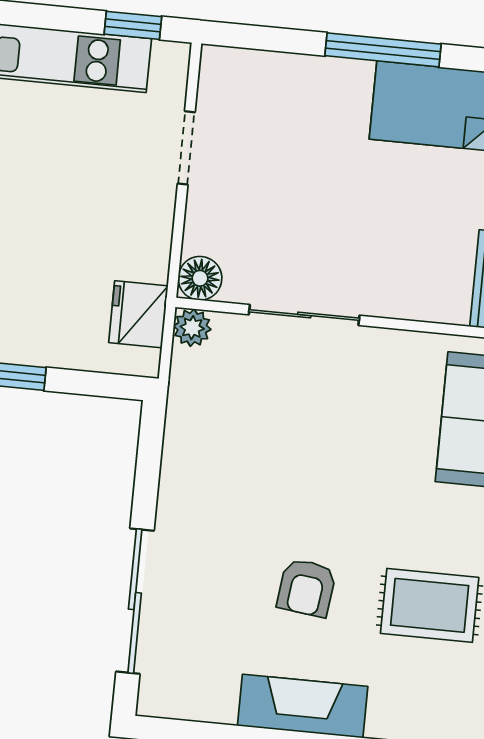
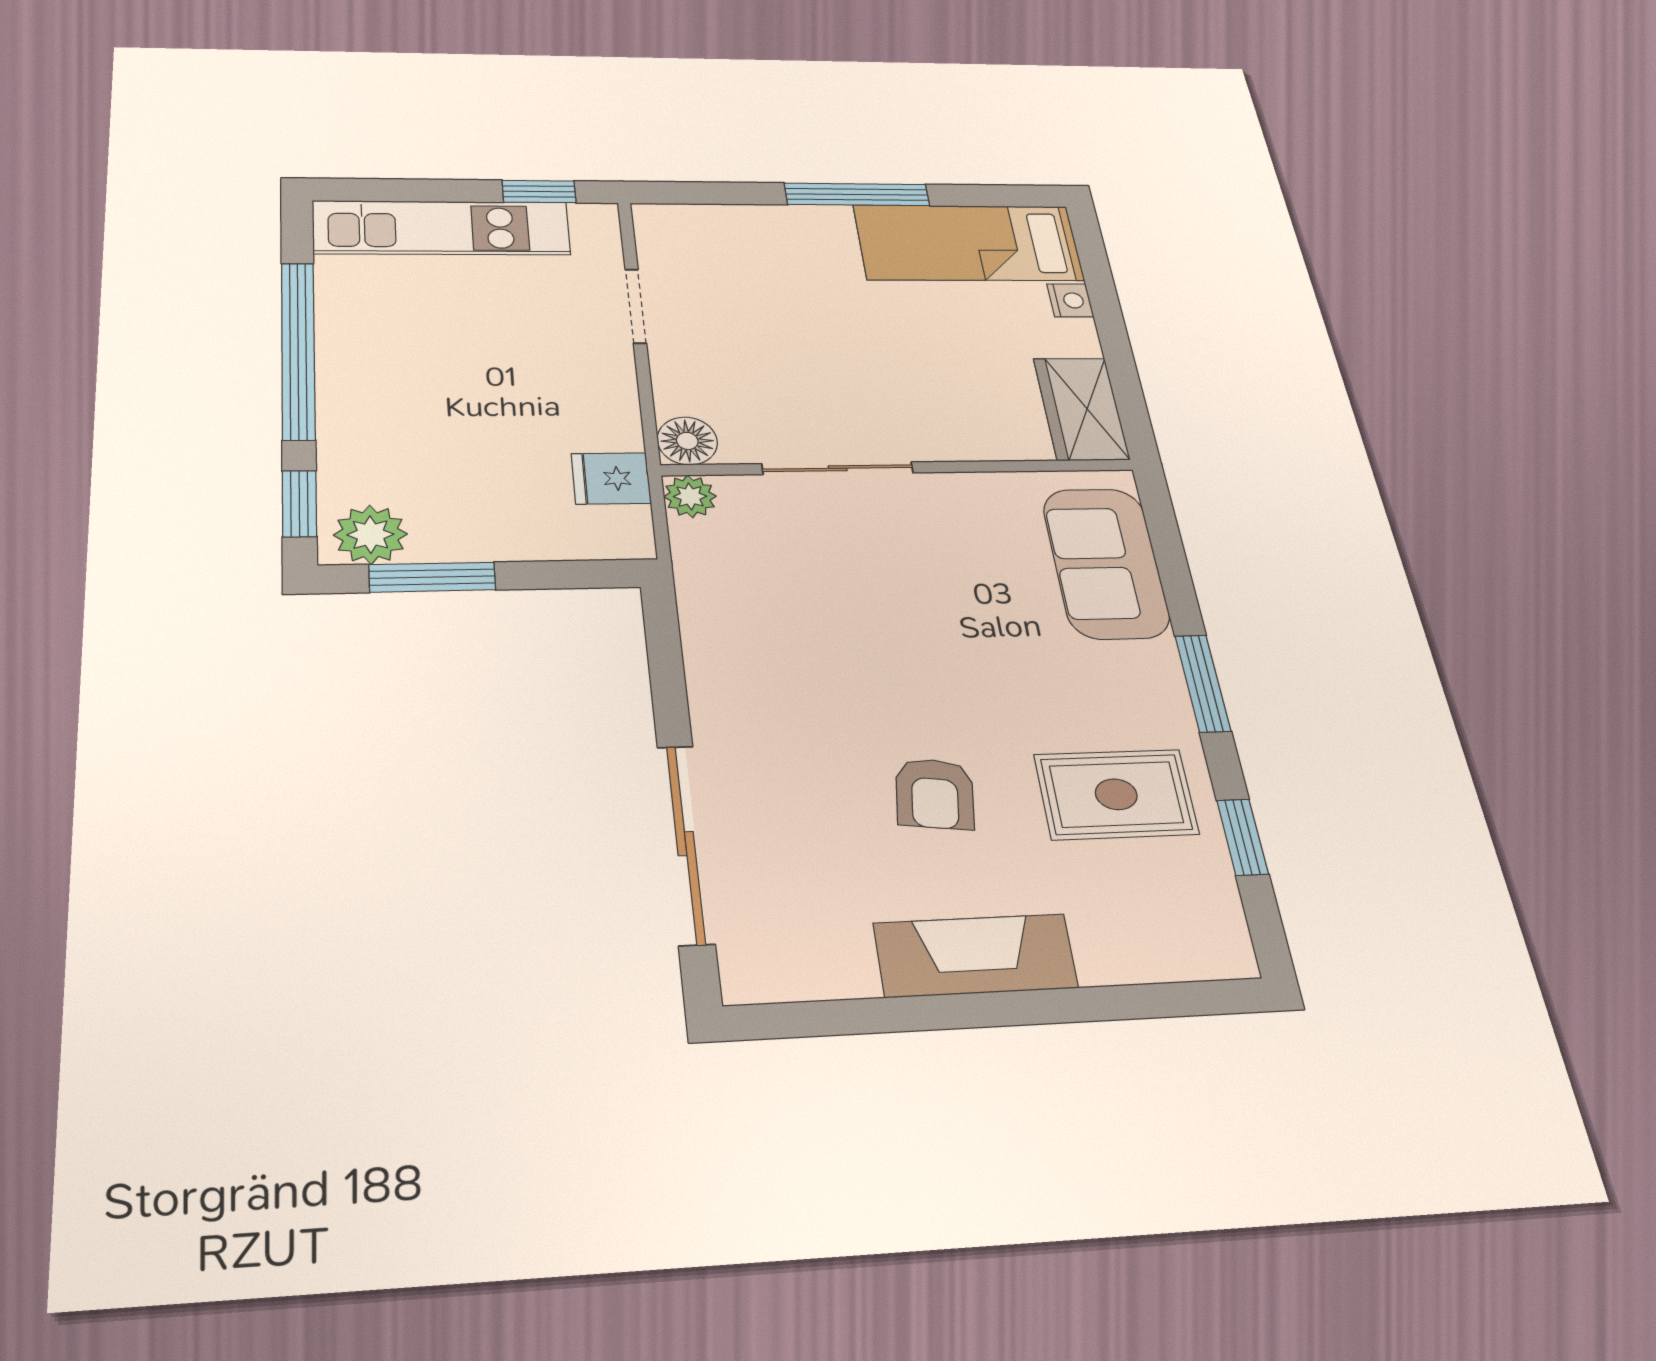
fridge: (138, 314) -> (611, 478), width x0.72

